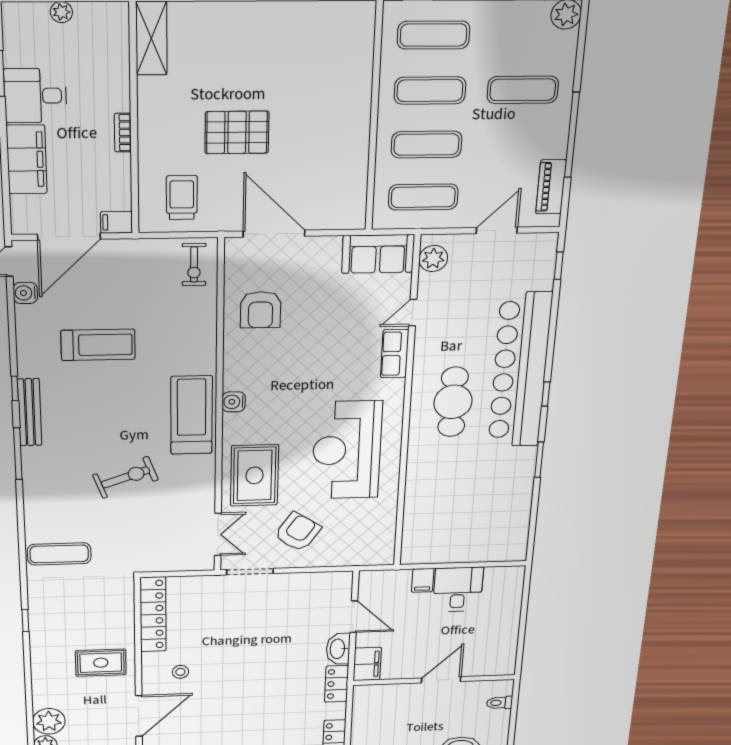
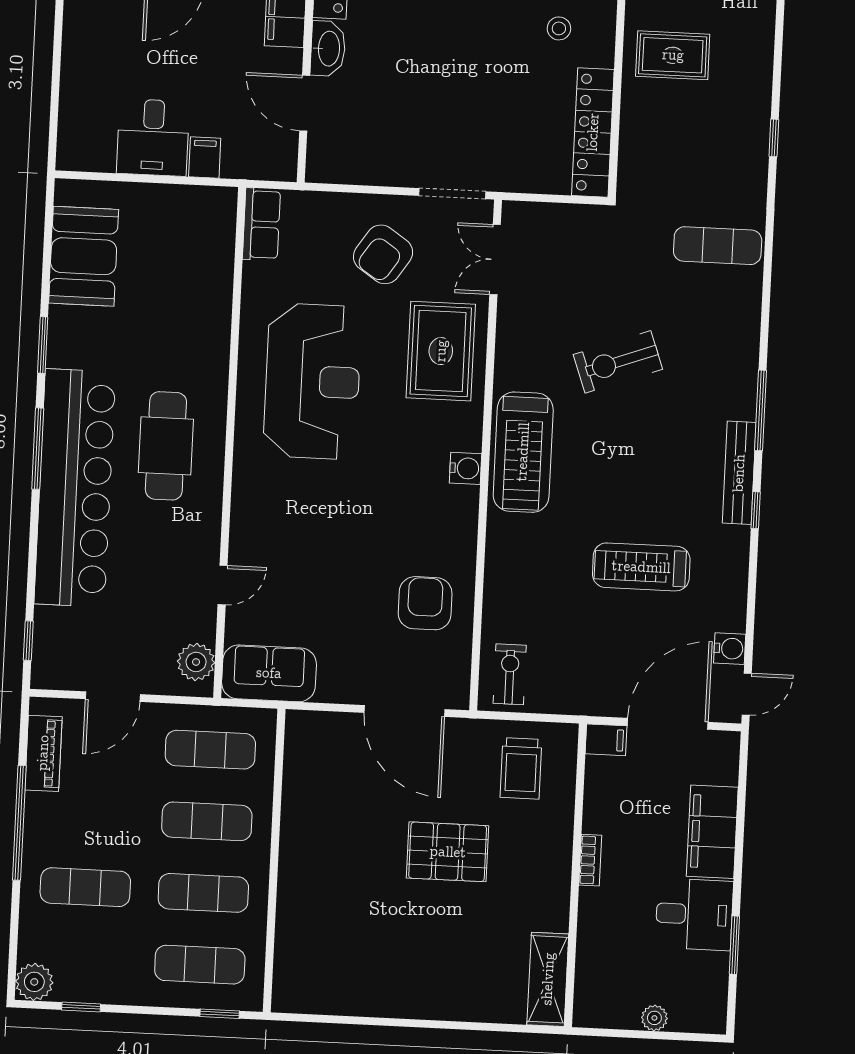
row of seats: (395, 354) -> (261, 224), moved
window: (546, 394) -> (38, 449), width x2.17
booth: (508, 516) -> (84, 256), added

